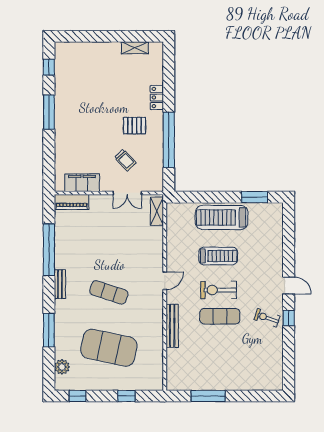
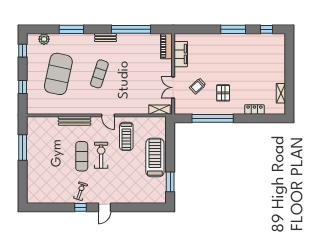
locker: (157, 97) -> (254, 110), moved
treadmill: (218, 256) -> (126, 136), moved

